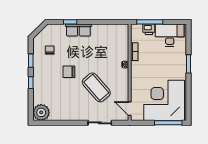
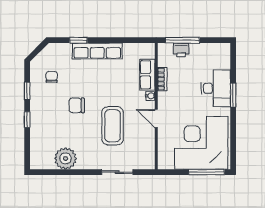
row of seats: (78, 30) -> (97, 51), width x1.48
desk: (170, 35) -> (216, 88), moved, turned 90
row of seats: (123, 48) -> (147, 75), added
coffee table: (96, 87) -> (113, 126), turned 41
door: (130, 109) -> (156, 119), moved
plant: (41, 112) -> (65, 158), moved

